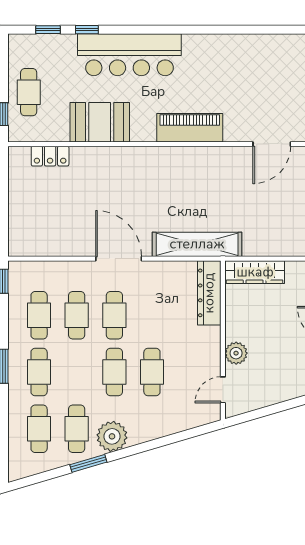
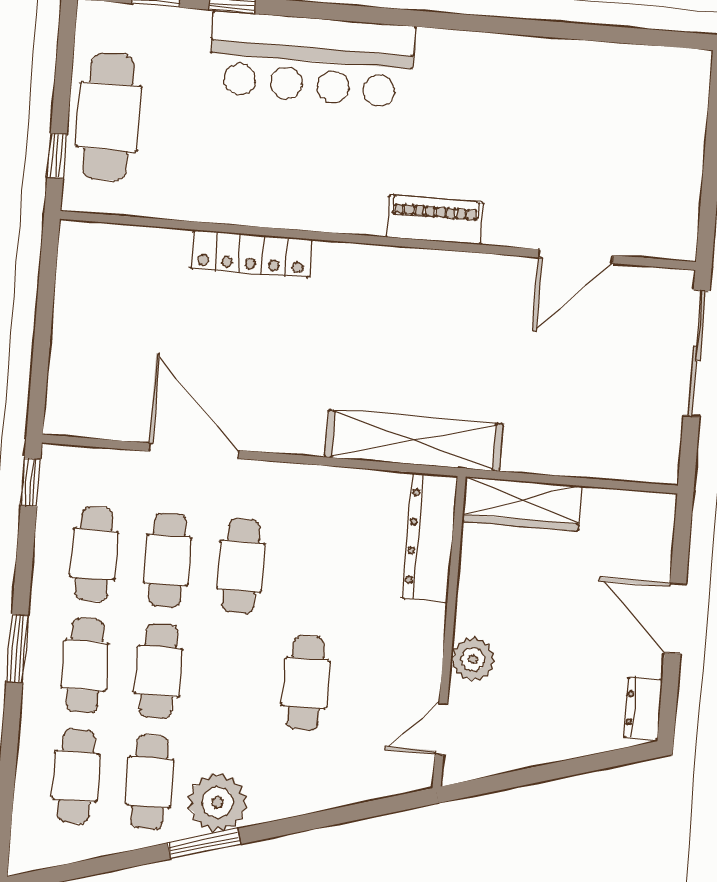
cafe table: (29, 92) -> (109, 117), width x1.37, depth x1.35
booth: (100, 122) -> (243, 187), removed
piano: (190, 128) -> (435, 220), width x0.73, depth x0.75
locker: (50, 156) -> (251, 254), moved, width x1.53
door: (119, 259) -> (194, 451), moved
cafe table: (114, 372) -> (159, 671), moved
window: (88, 463) -> (204, 844), moved

